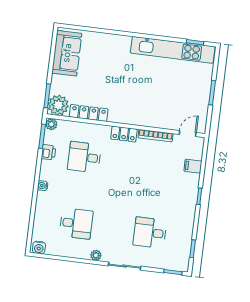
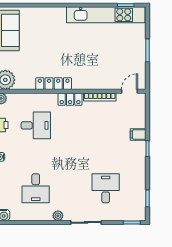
locker: (89, 113) -> (54, 84), moved
desk: (84, 157) -> (36, 125), turned 180
filing cabinet: (193, 166) -> (138, 134), moved
desk: (76, 223) -> (36, 188), turned 90
desk: (150, 233) -> (106, 188), turned 90

